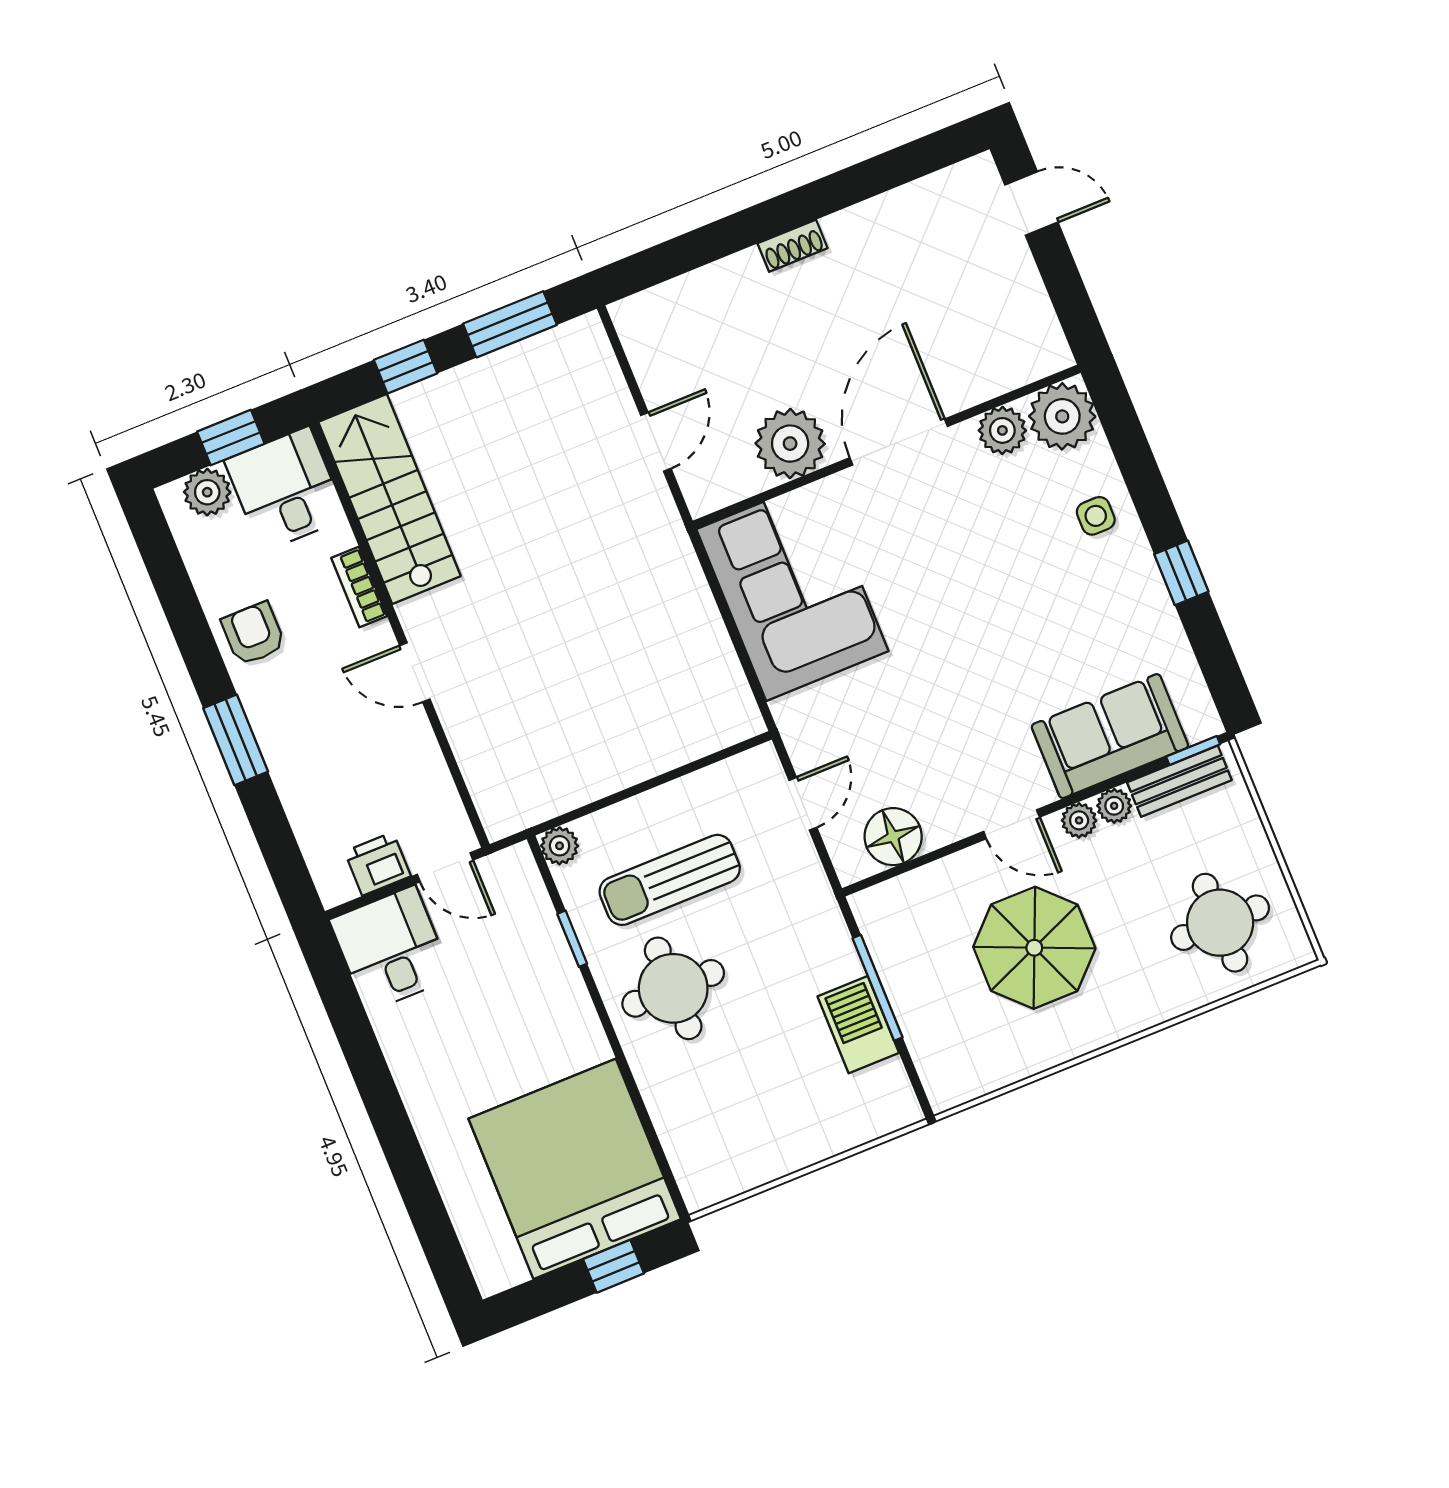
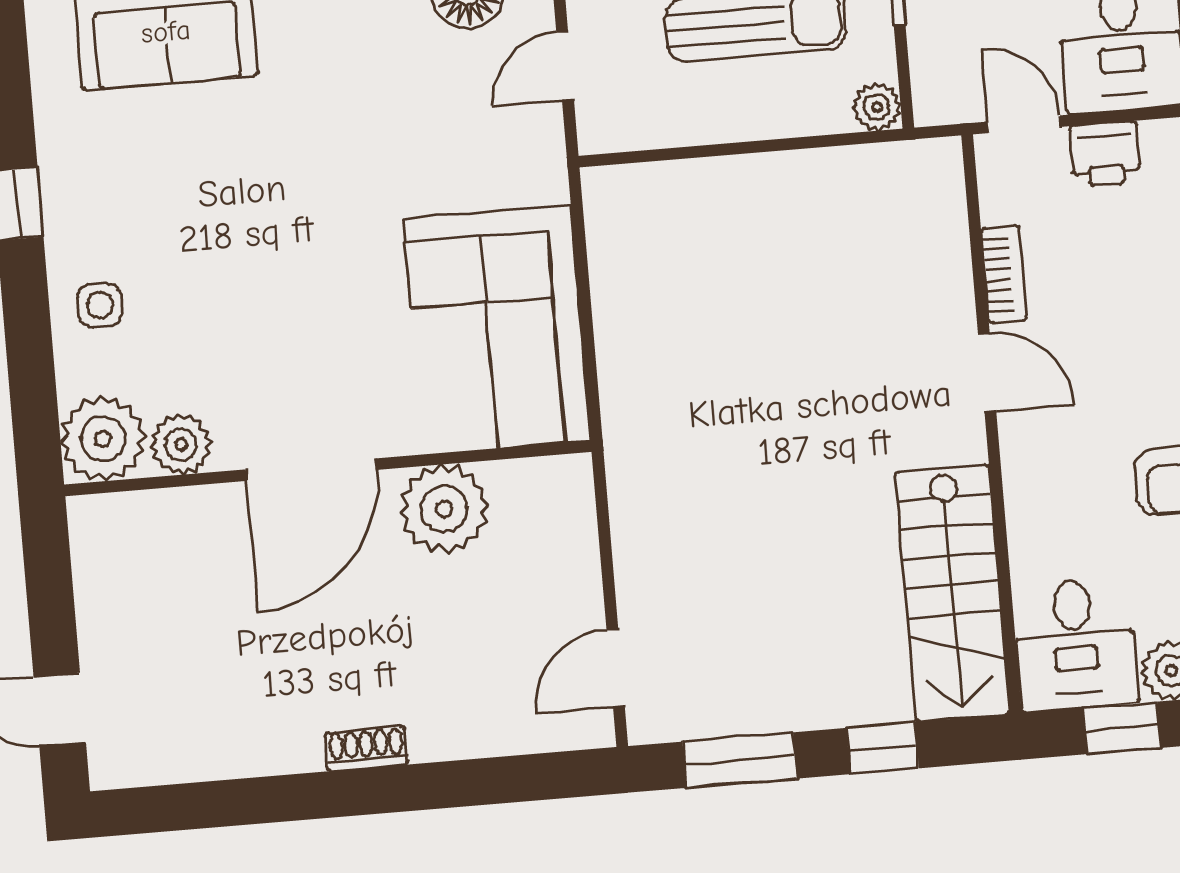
door: (656, 442) -> (616, 668), moved
bookcase: (359, 587) -> (1004, 274), moved

